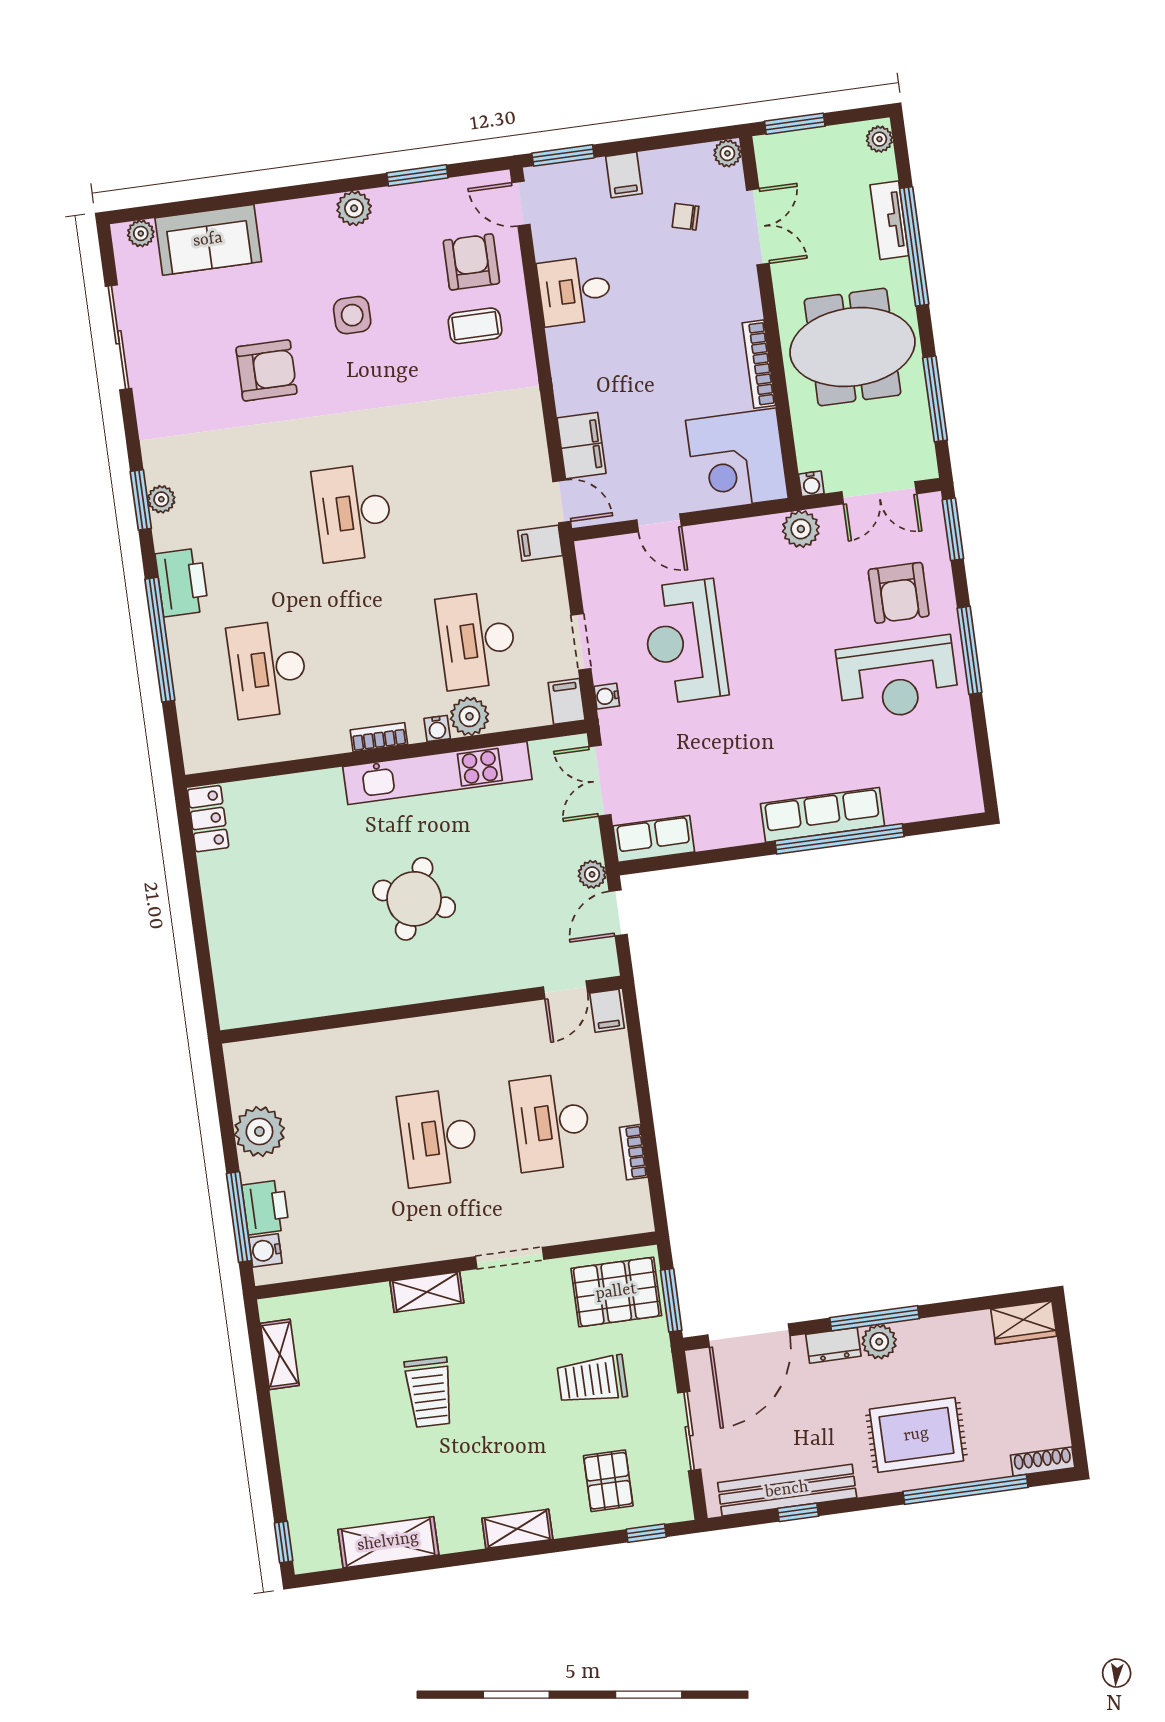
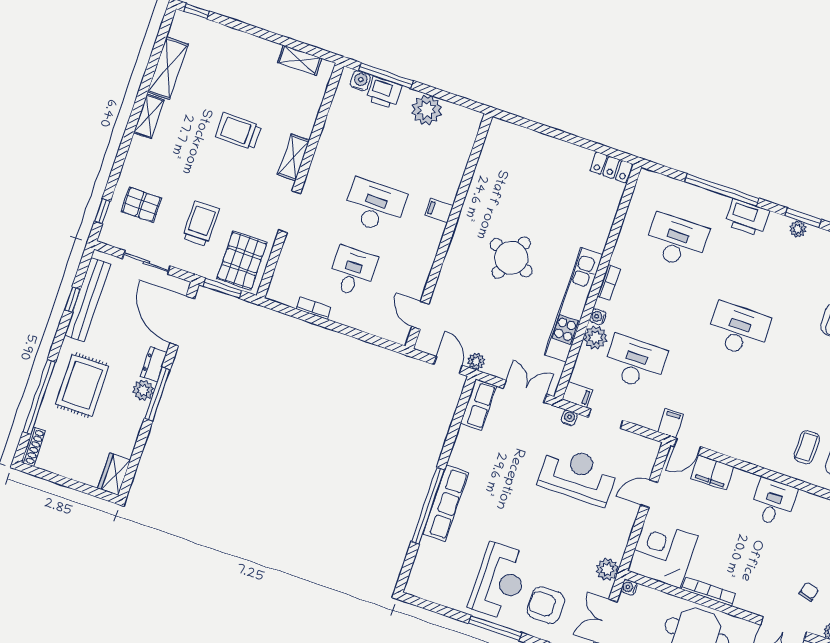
desk: (575, 291) -> (773, 502), moved
reception desk: (898, 678) -> (499, 581), turned 180
filing cabinet: (607, 1011) -> (439, 210), moved
desk: (551, 1122) -> (352, 272), width x0.73
shelving: (517, 1529) -> (149, 116), moved

